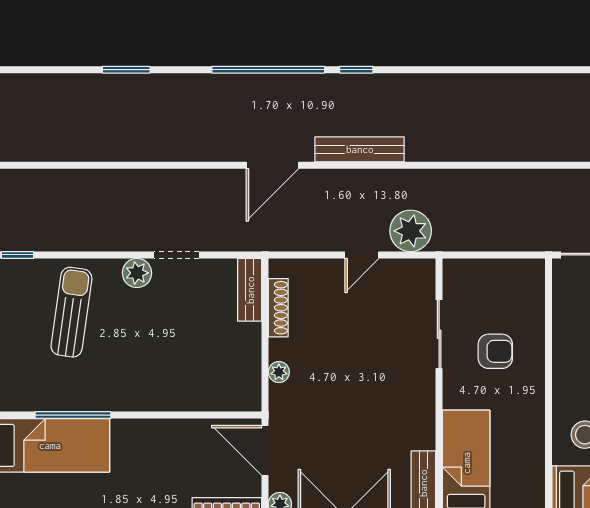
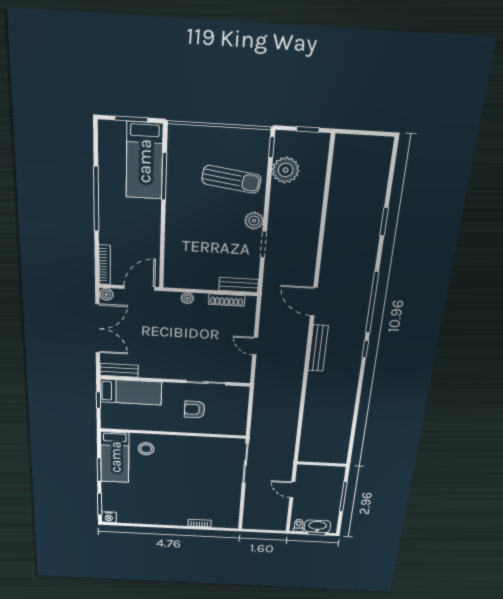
plant: (411, 231) -> (286, 170), moved
armchair: (495, 351) -> (195, 409), turned 90

